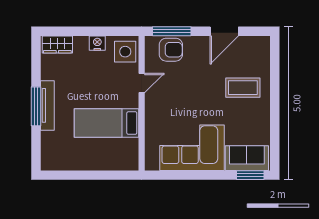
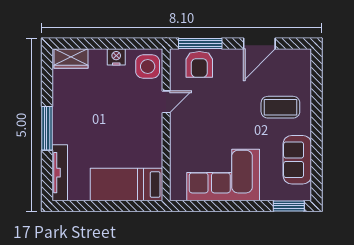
armchair: (171, 50) -> (199, 64), turned 90
tv unit: (47, 105) -> (60, 173), moved
bed: (106, 123) -> (127, 185), moved
sofa: (247, 158) -> (297, 160), moved, turned -90

